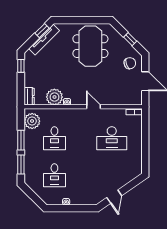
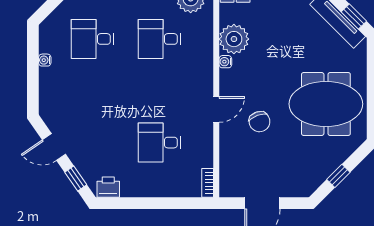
chair: (130, 63) -> (260, 122), moved
desk: (112, 138) -> (159, 143), width x0.73
printer: (136, 167) -> (108, 187), added
window: (132, 185) -> (76, 178), added

